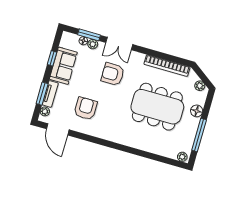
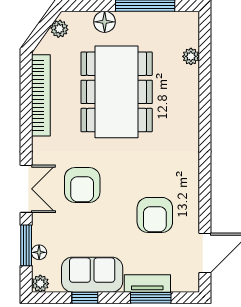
plant: (93, 44) -> (40, 284), moved
armchair: (86, 108) -> (155, 215), turned -90
plant: (45, 111) -> (180, 284), removed
plant: (182, 157) -> (191, 56), moved

